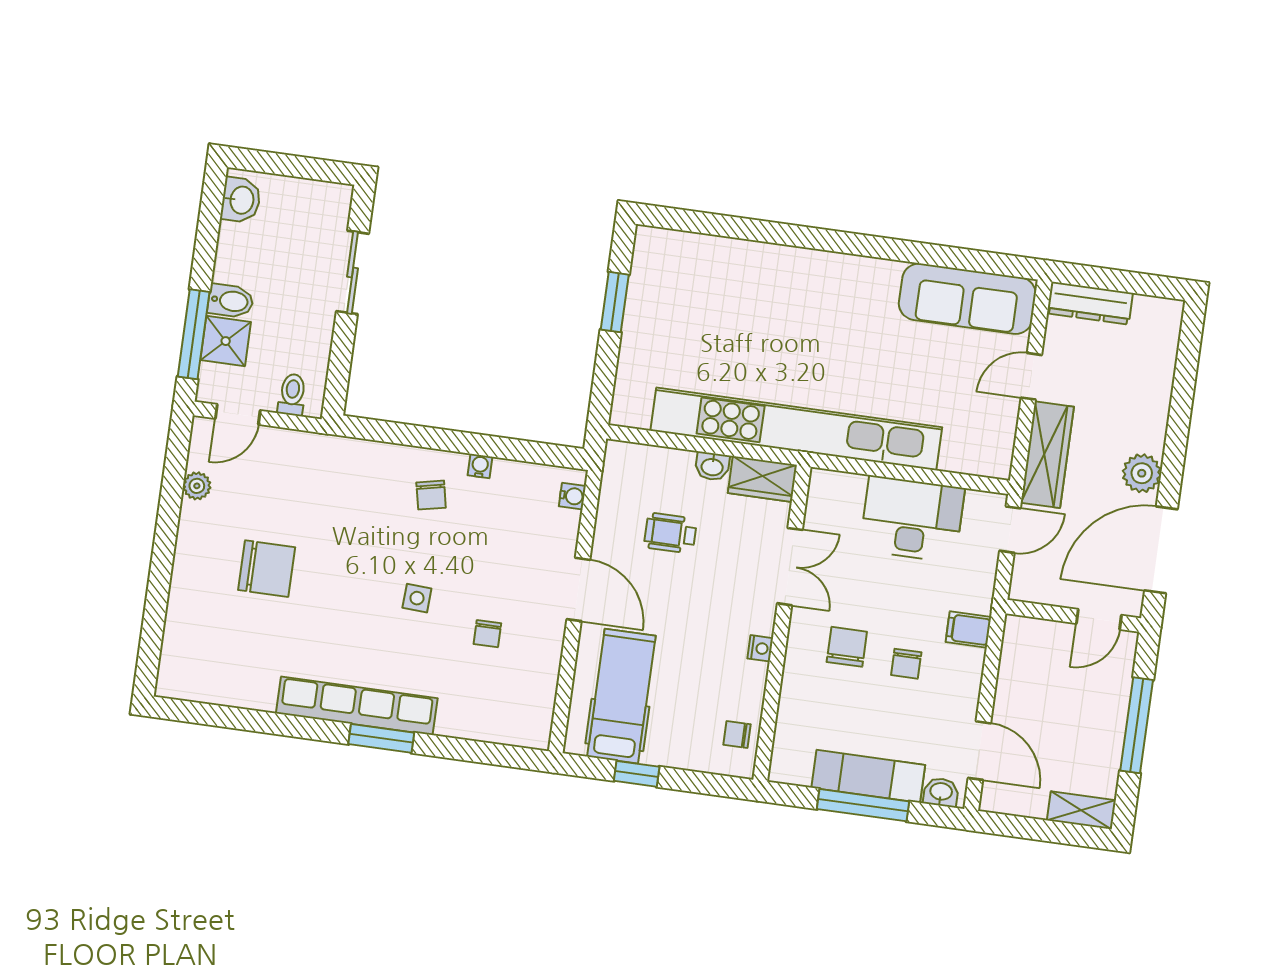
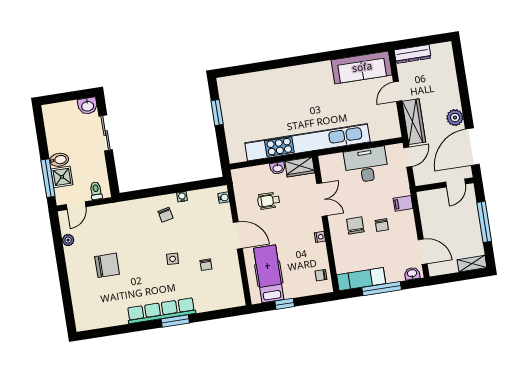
washbasin: (241, 200) -> (88, 106), moved, turned 90
exam couch: (868, 776) -> (361, 279), moved

